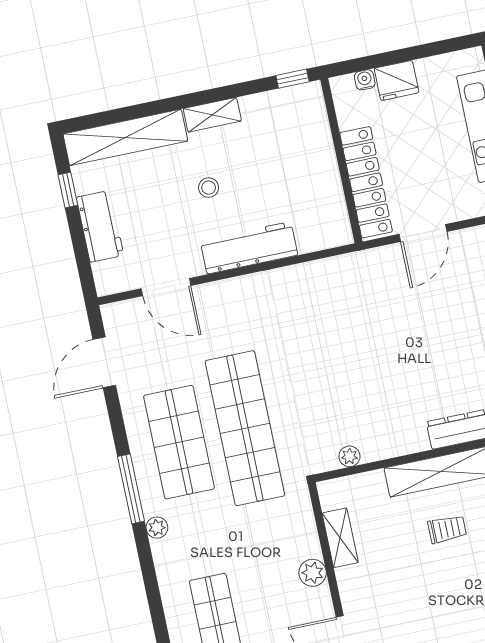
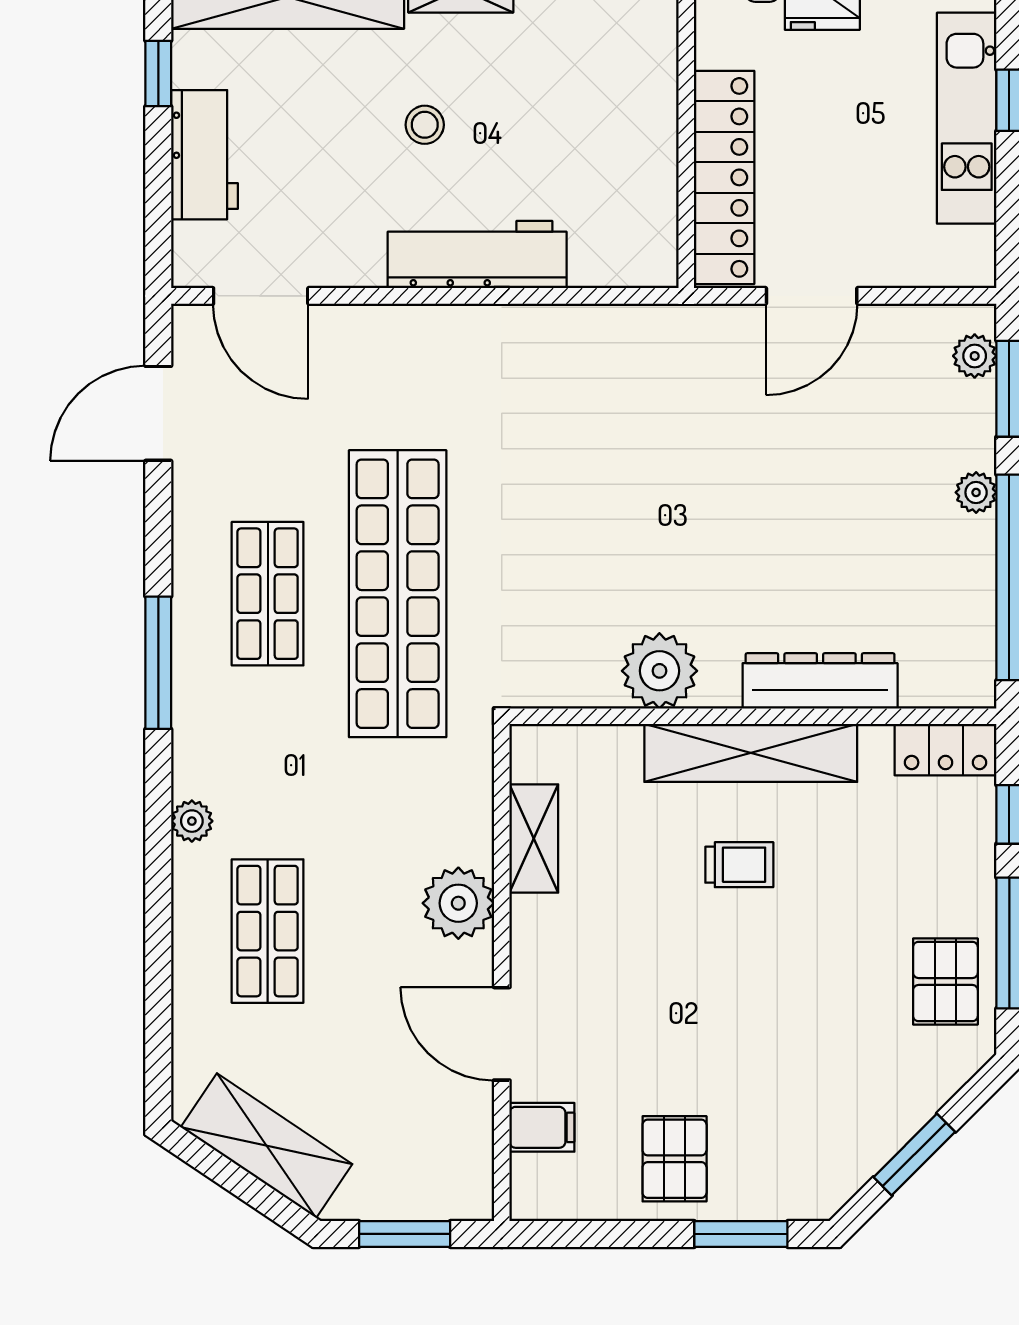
door: (166, 287) -> (261, 296), moved
shop shelf: (179, 442) -> (268, 594), width x0.70, depth x0.74
plant: (349, 456) -> (659, 671), moved, width x1.88, depth x1.88
plant: (157, 528) -> (192, 821), moved
plant: (313, 573) -> (458, 903), width x1.36, depth x1.36

